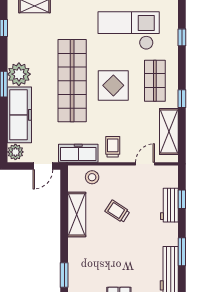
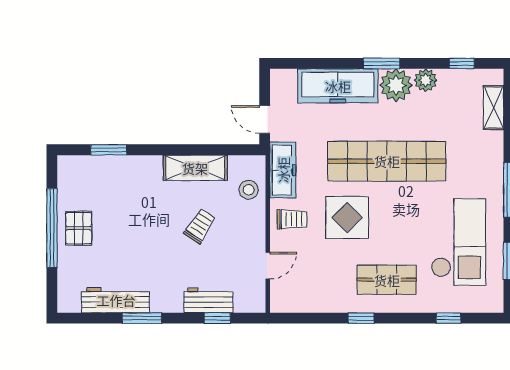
display table: (113, 85) -> (347, 218), moved
shelving: (169, 132) -> (314, 300), removed
plant: (15, 152) -> (426, 80), moved
door: (145, 164) -> (268, 266), hinge flipped

